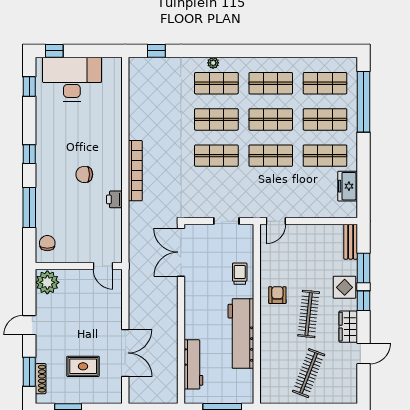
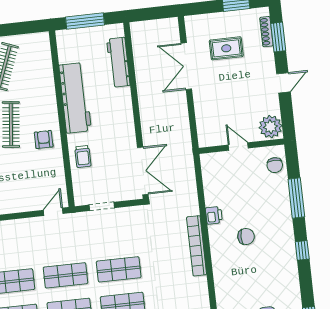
door: (103, 266) -> (238, 147), moved
armchair: (277, 295) -> (44, 139), turned 180

